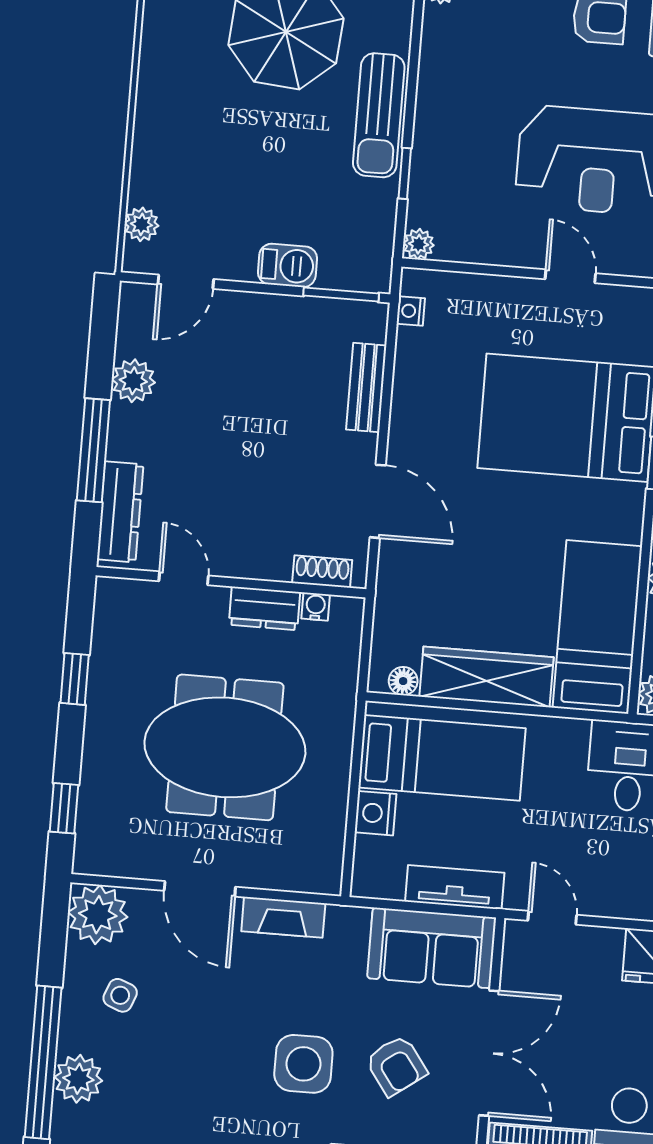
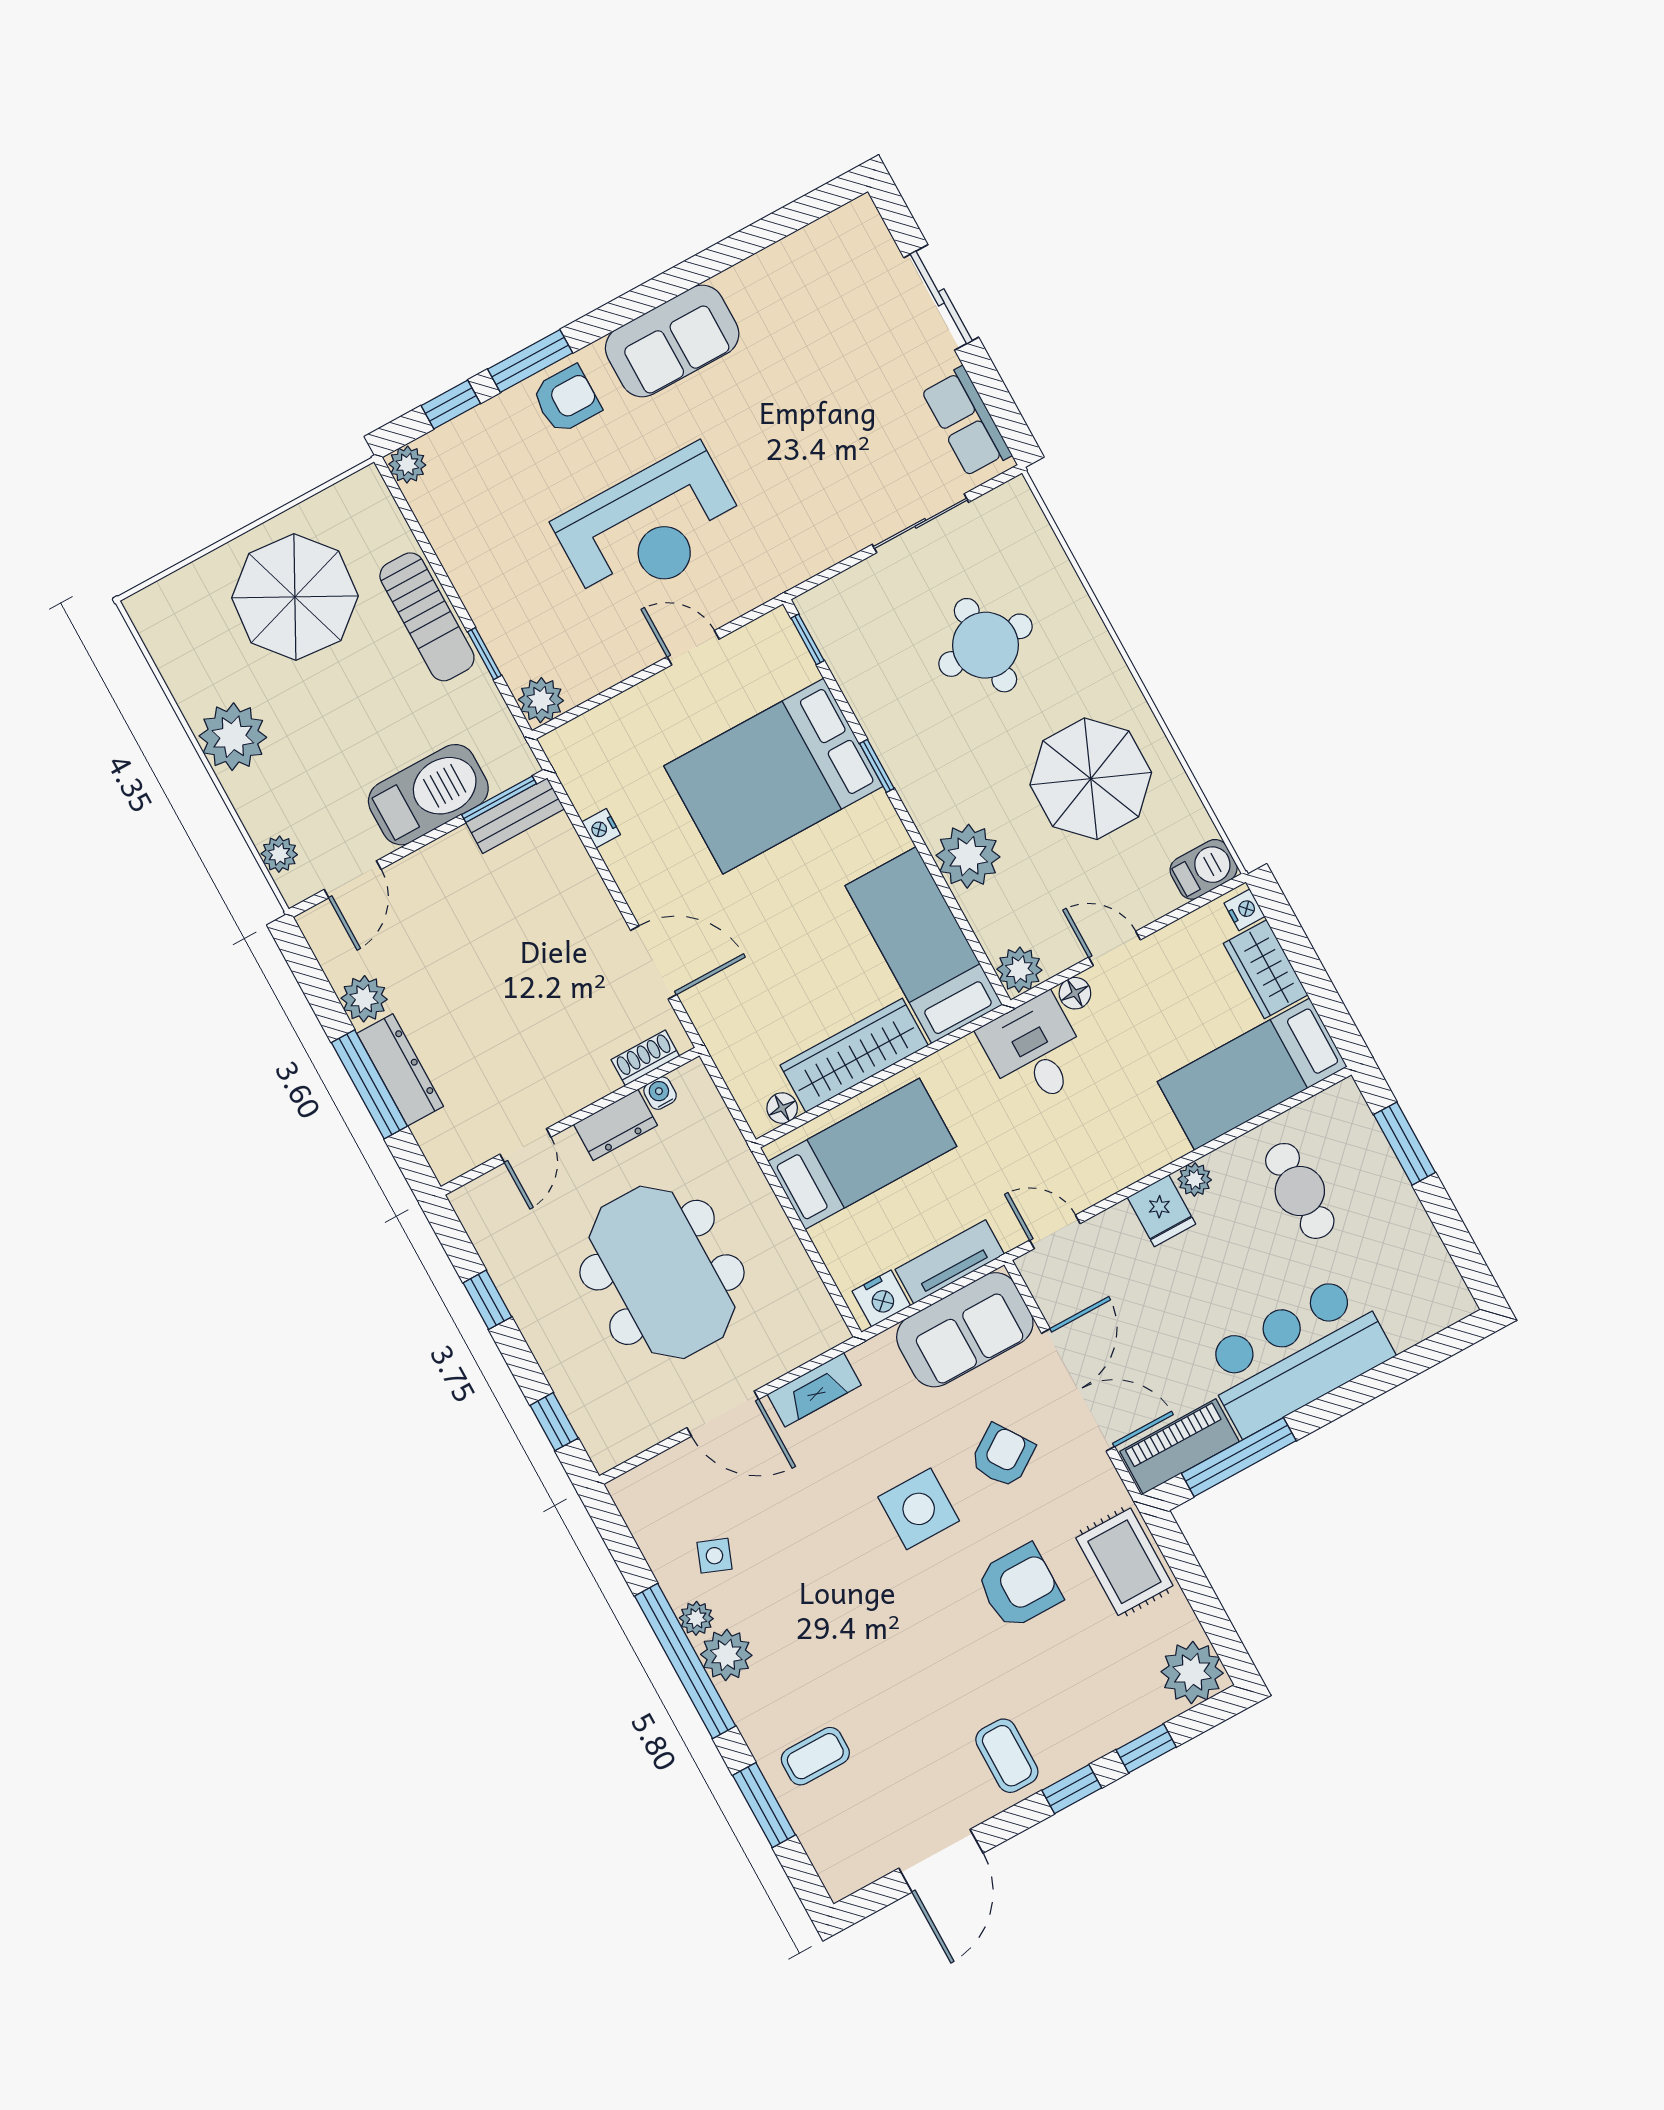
plant: (166, 109) -> (233, 737), added
plant: (419, 244) -> (541, 700), width x1.38, depth x1.38
barbecue: (287, 265) -> (428, 795), width x1.88, depth x1.53
nightstand: (411, 311) -> (601, 828), moved
bench: (366, 387) -> (515, 816), moved, turned 90
dresser: (120, 512) -> (400, 1070), moved
door: (184, 578) -> (525, 1146), swing flipped
meeting table: (225, 747) -> (662, 1272), turned 90
nightstand: (375, 813) -> (881, 1298), moved, turned -90
plant: (98, 915) -> (696, 1618), moved, width x0.53, depth x0.53
armchair: (396, 1066) -> (1003, 1456), turned -88

